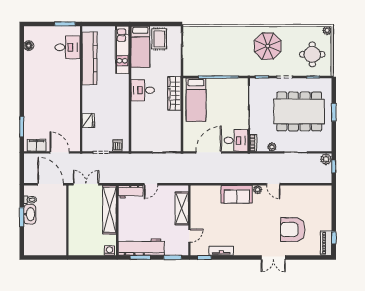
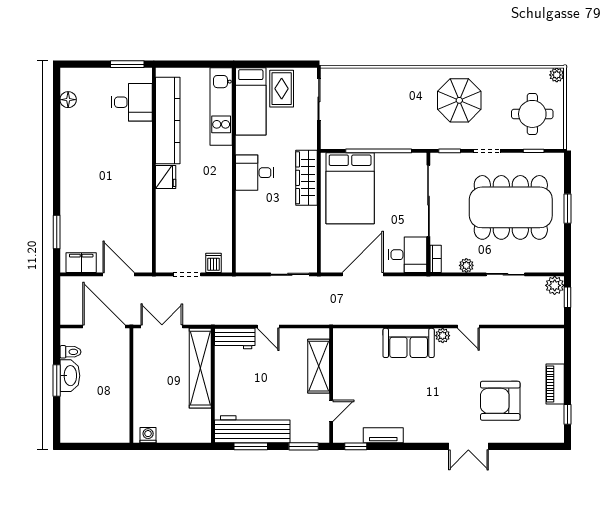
bed: (196, 100) -> (350, 188), width x1.50
fridge: (88, 120) -> (166, 177), moved
door: (151, 184) -> (268, 327), hinge flipped
piano: (326, 243) -> (555, 384), moved
washing machine: (110, 251) -> (148, 435), moved

